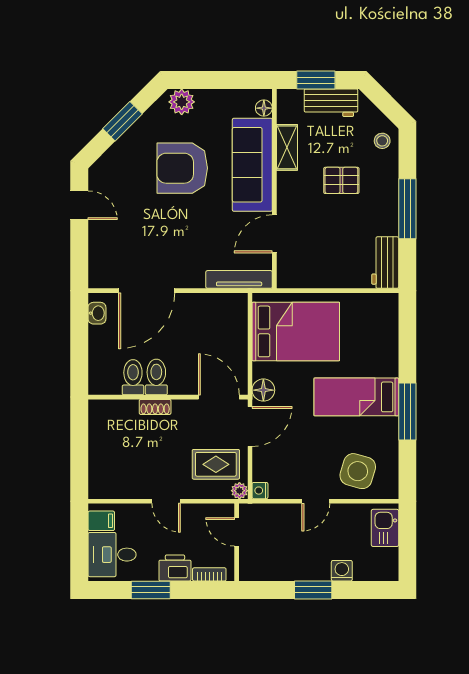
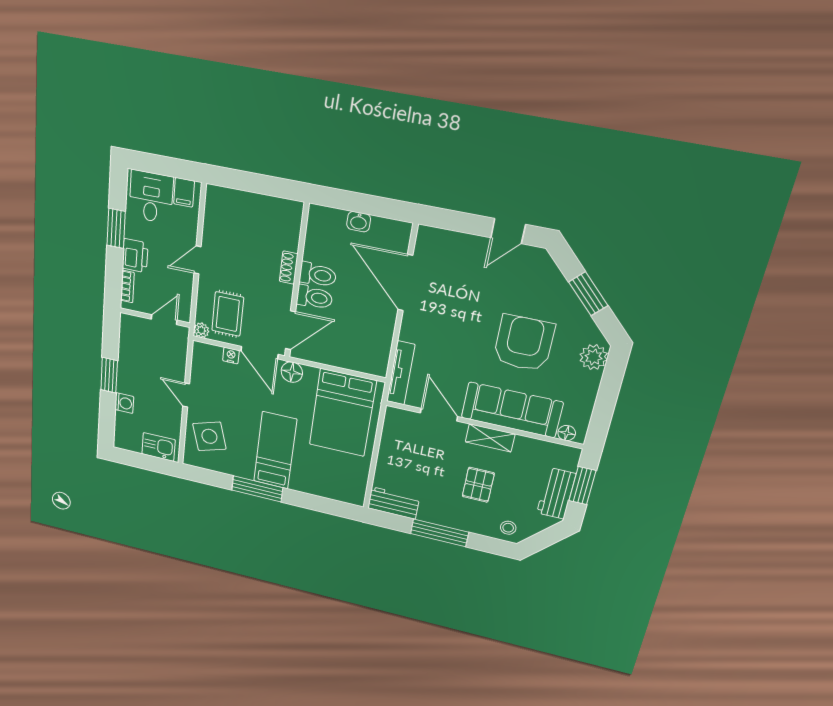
shelving: (287, 147) -> (490, 438), moved
washbasin: (97, 313) -> (359, 222), moved
toilet: (133, 377) -> (314, 297), moved
side table: (358, 471) -> (209, 436), turned -33
nightstand: (260, 491) -> (231, 356), moved

